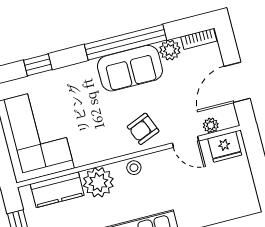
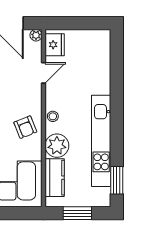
plant: (211, 125) -> (36, 35), moved
armchair: (143, 129) -> (25, 127), moved

